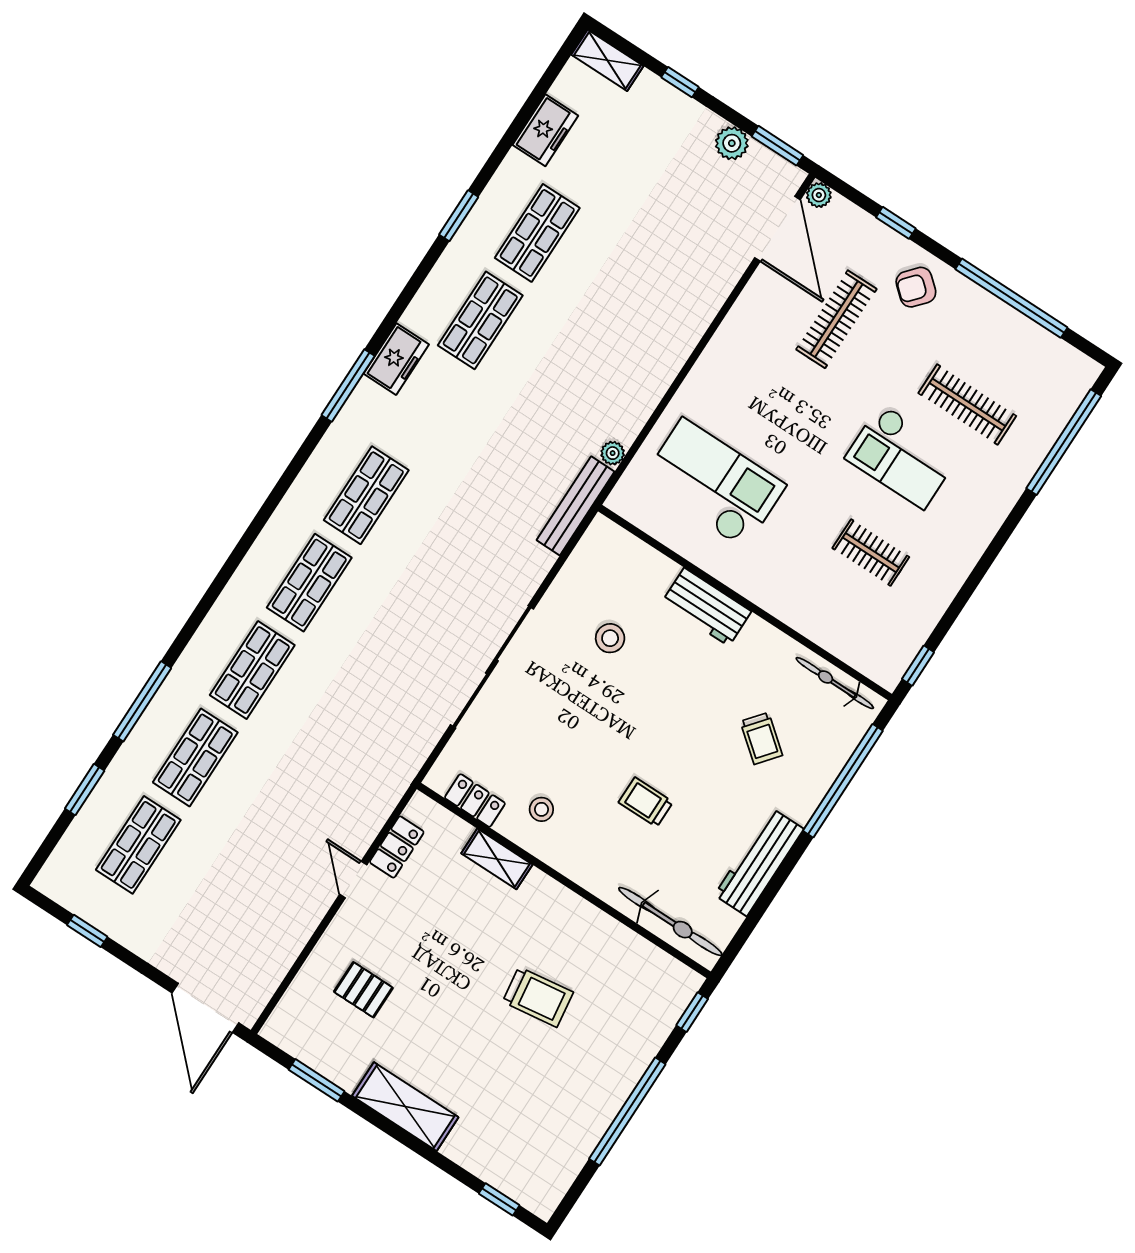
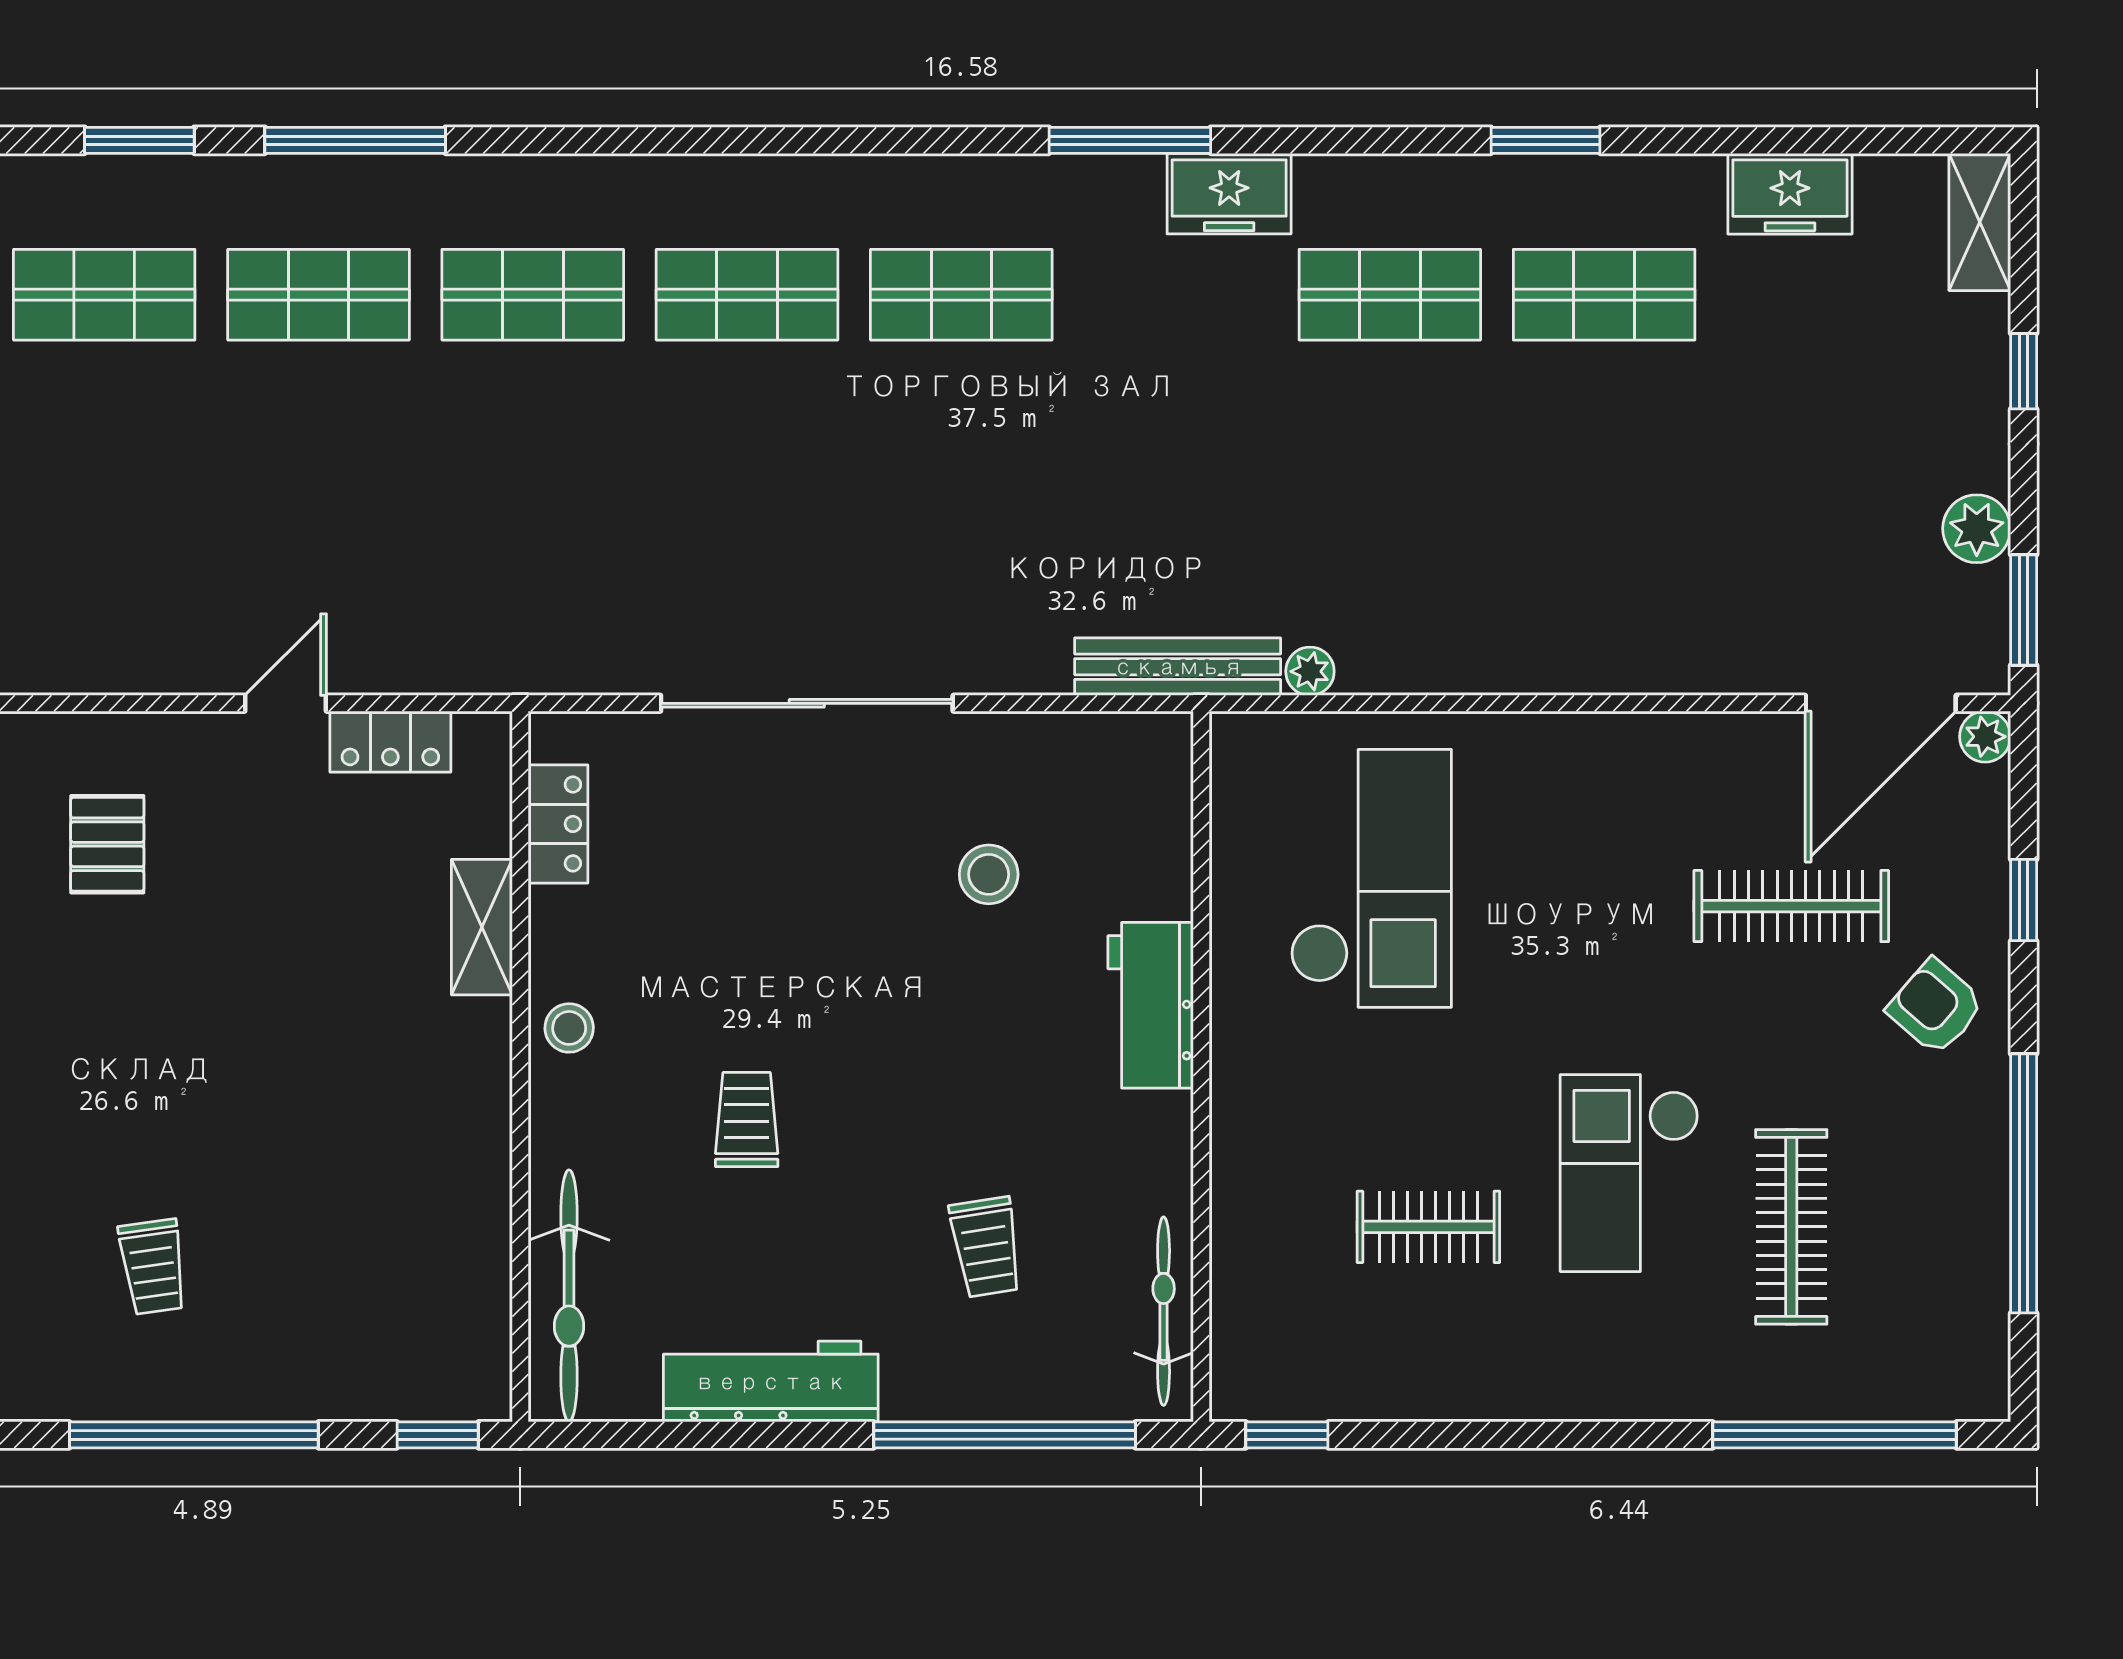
clothes rail: (871, 553) -> (1428, 1227), turned 90
trolley: (761, 738) -> (986, 1247), turned -48
stool: (541, 809) -> (569, 1028), moved
trolley: (538, 997) -> (153, 1267), moved, width x0.73, depth x0.72

